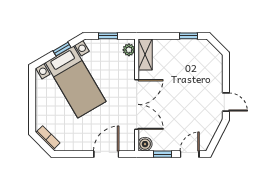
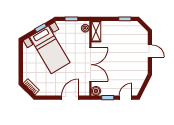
door: (226, 102) -> (150, 51), moved

